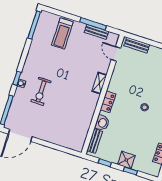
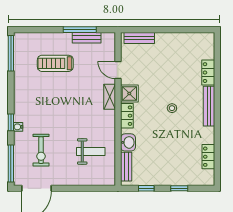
treadmill: (62, 33) -> (55, 63), moved, turned 90
door: (116, 54) -> (118, 70), moved
exercise bike: (41, 91) -> (41, 150), moved
weight bench: (71, 120) -> (91, 151), added
shower: (126, 160) -> (129, 94), moved

